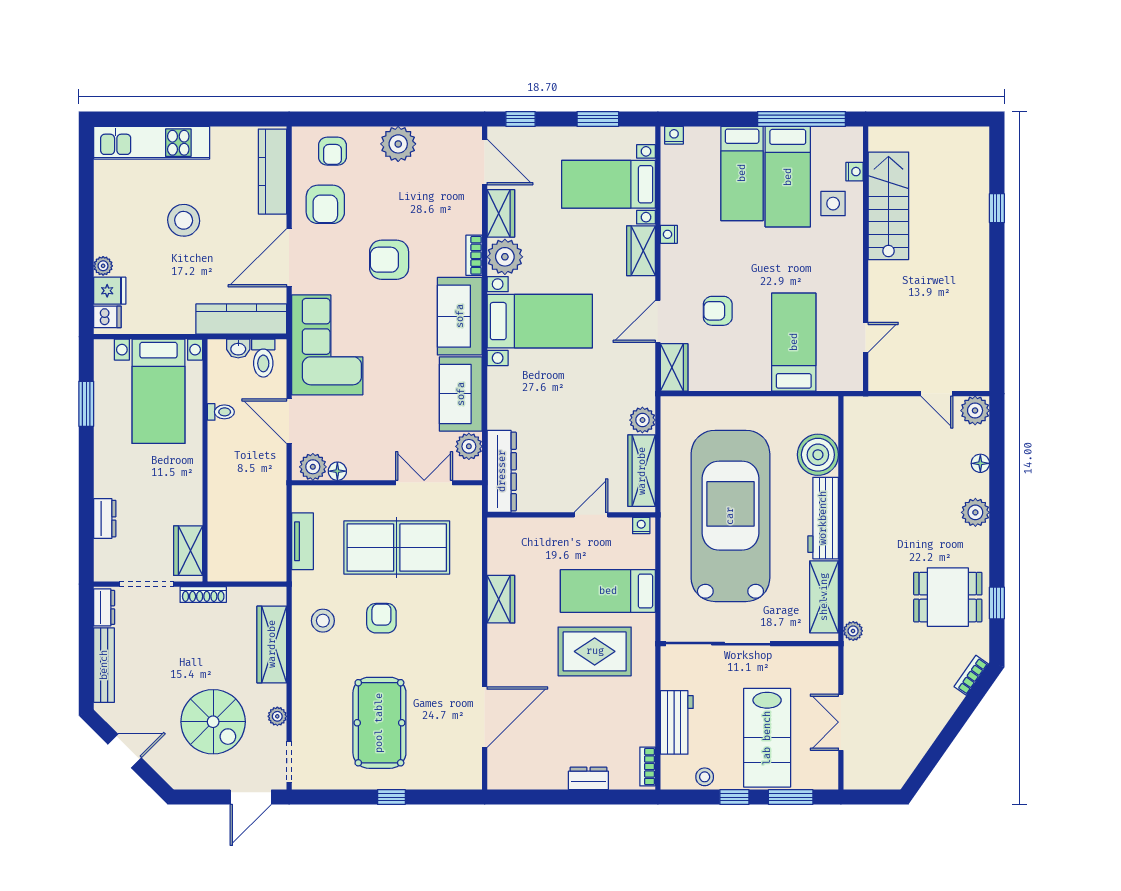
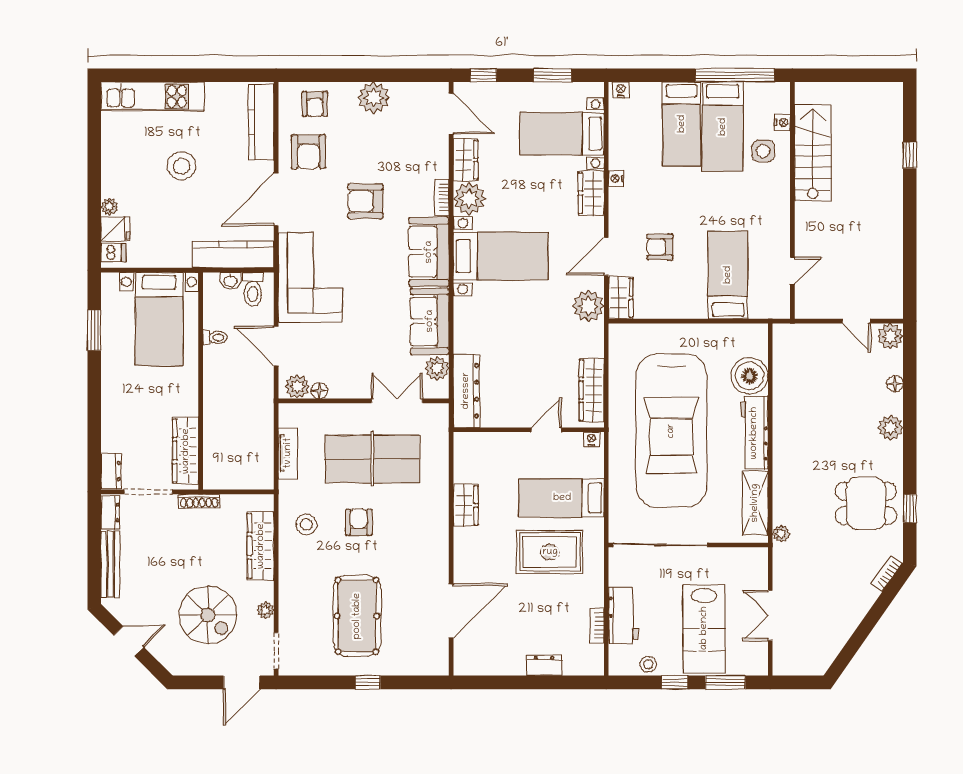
plant: (642, 420) -> (588, 306), moved, width x1.36, depth x1.36
car: (730, 516) -> (671, 431), turned 180
dresser: (105, 519) -> (111, 471), moved
wardrobe: (188, 551) -> (186, 451), width x1.50
bookcase: (648, 767) -> (597, 626), moved

